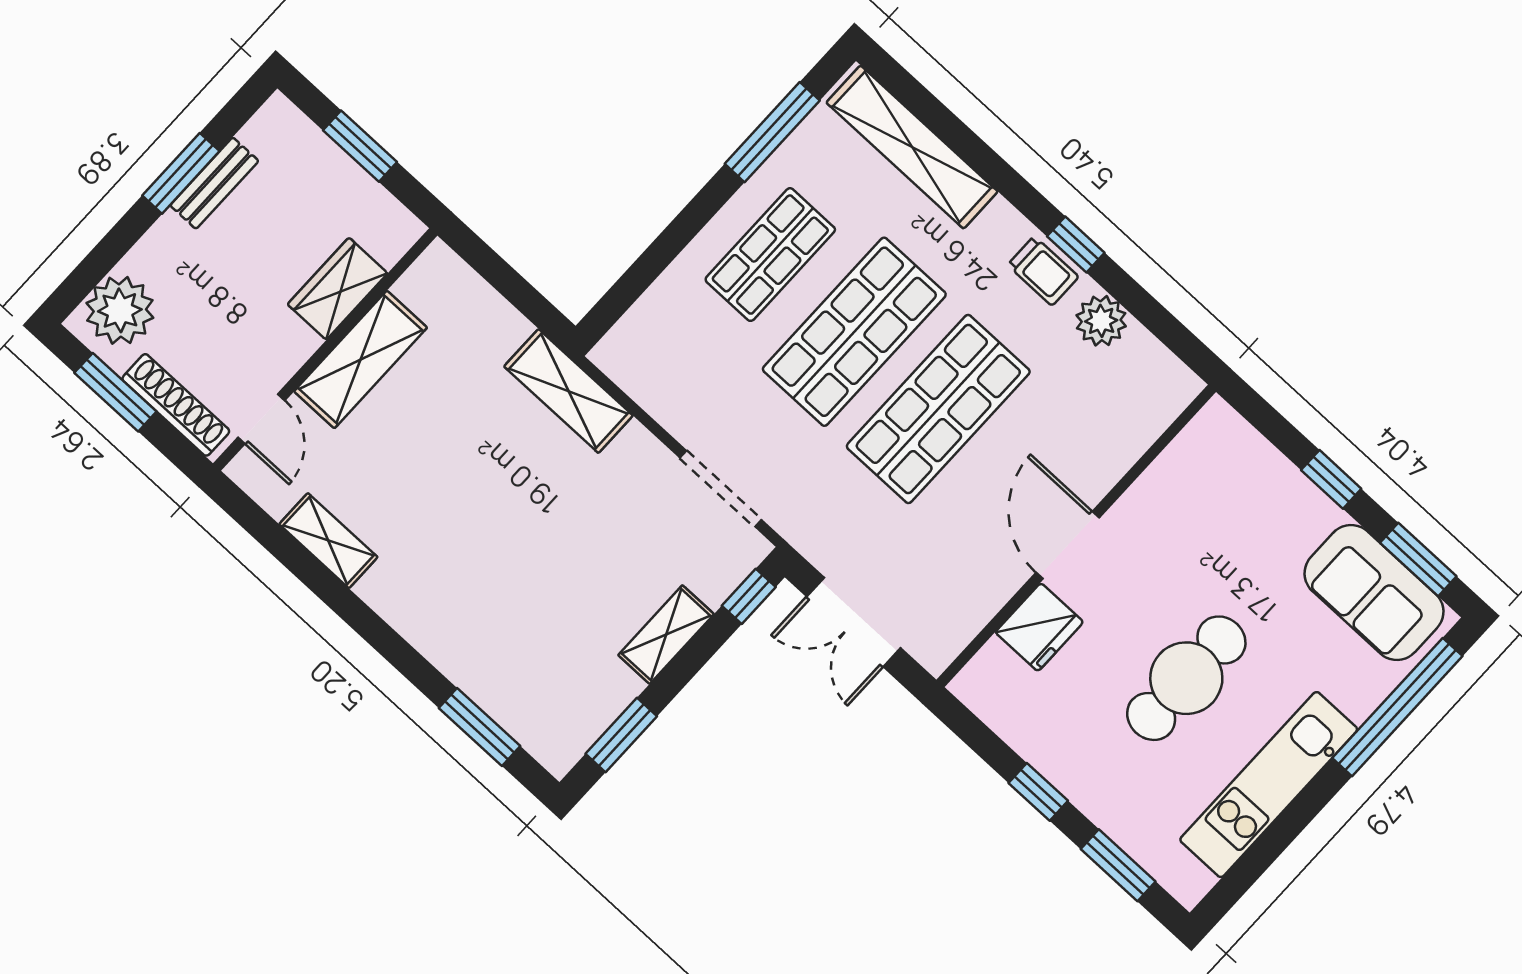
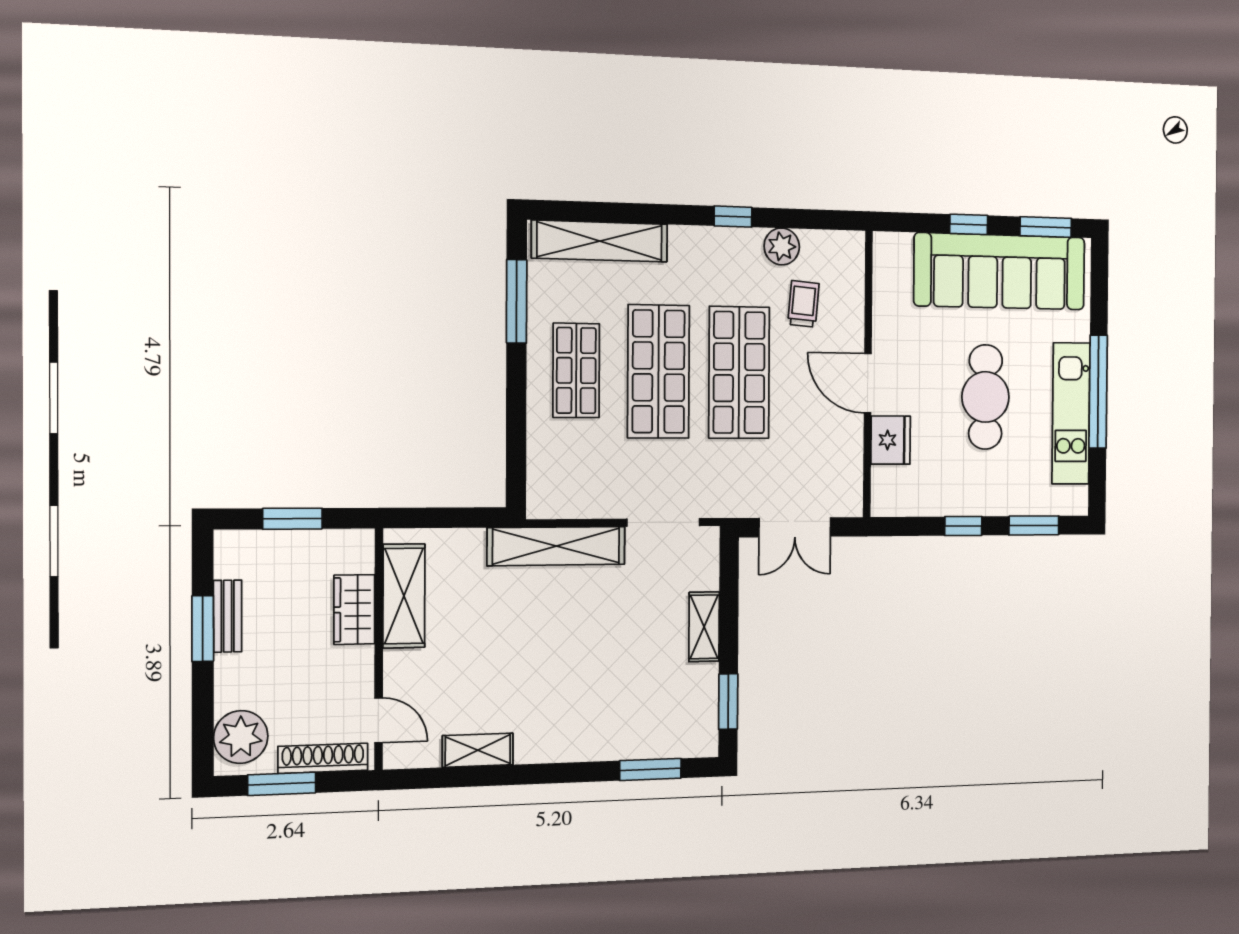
trolley: (1043, 271) -> (803, 304), moved, turned -85
shelving: (361, 359) -> (404, 596), moved
shelving: (568, 391) -> (556, 546), width x1.47
sofa: (1374, 593) -> (1000, 271), width x1.85, depth x1.27
window: (749, 596) -> (729, 566), removed
window: (1397, 707) -> (1098, 392), moved

